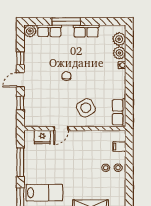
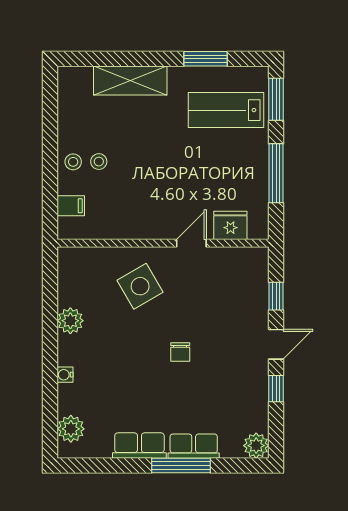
row of seats: (49, 31) -> (194, 446), moved
plant: (119, 53) -> (70, 321), moved
row of seats: (119, 112) -> (71, 277), removed

